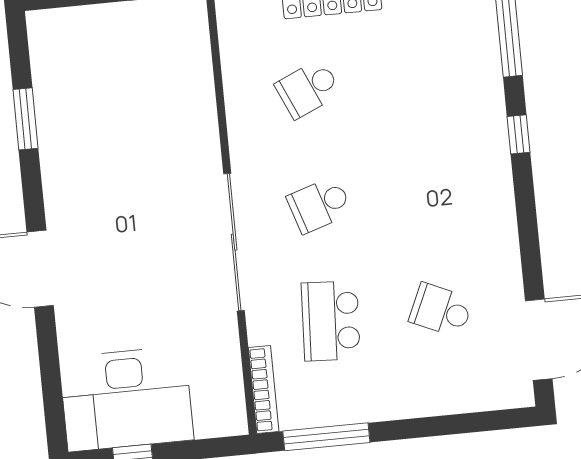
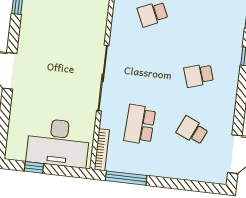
school desk: (319, 205) -> (199, 75), moved
desk: (126, 399) -> (58, 143), moved

